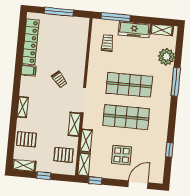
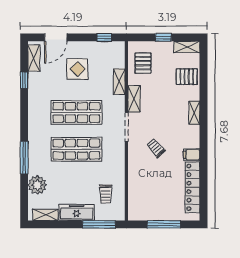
pallet: (64, 155) -> (143, 63), turned 90
shelving: (84, 165) -> (34, 58), moved

